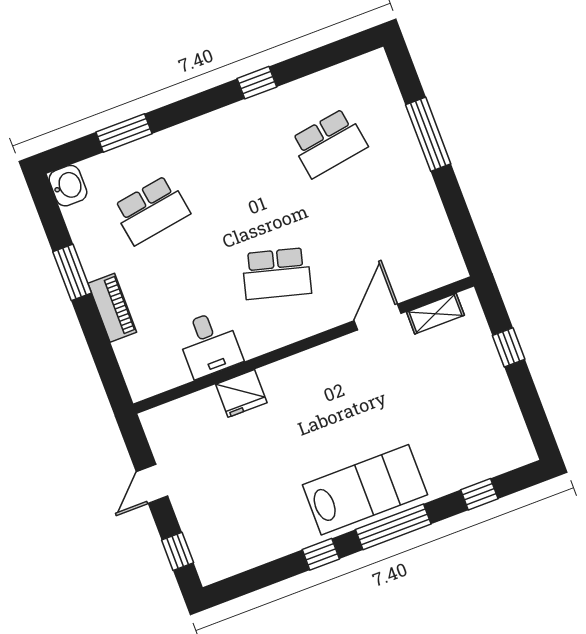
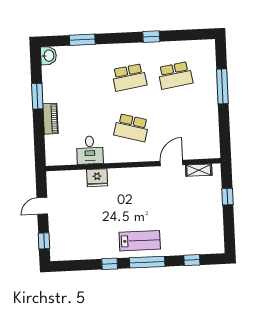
school desk: (151, 210) -> (129, 77), moved
lab bench: (365, 490) -> (140, 241), width x0.73, depth x0.72

